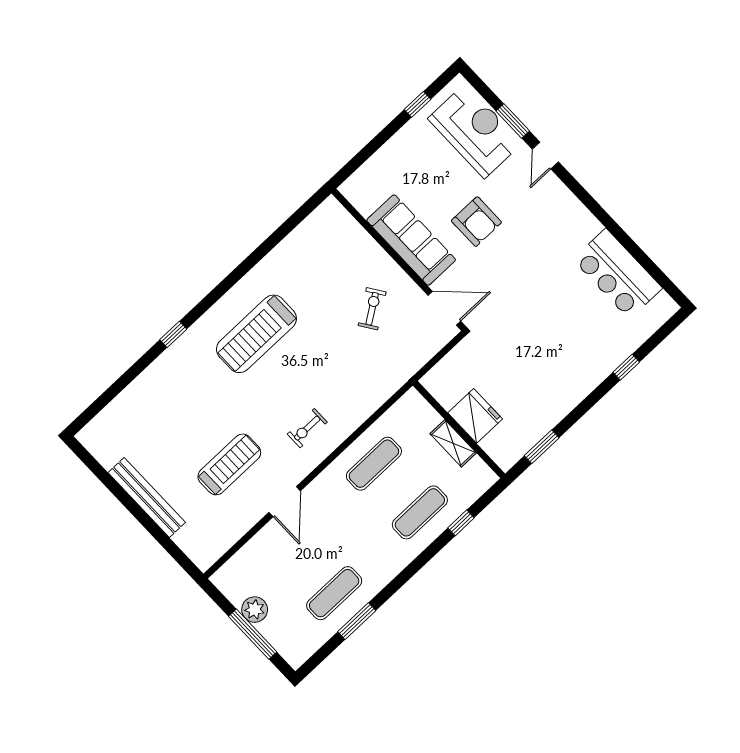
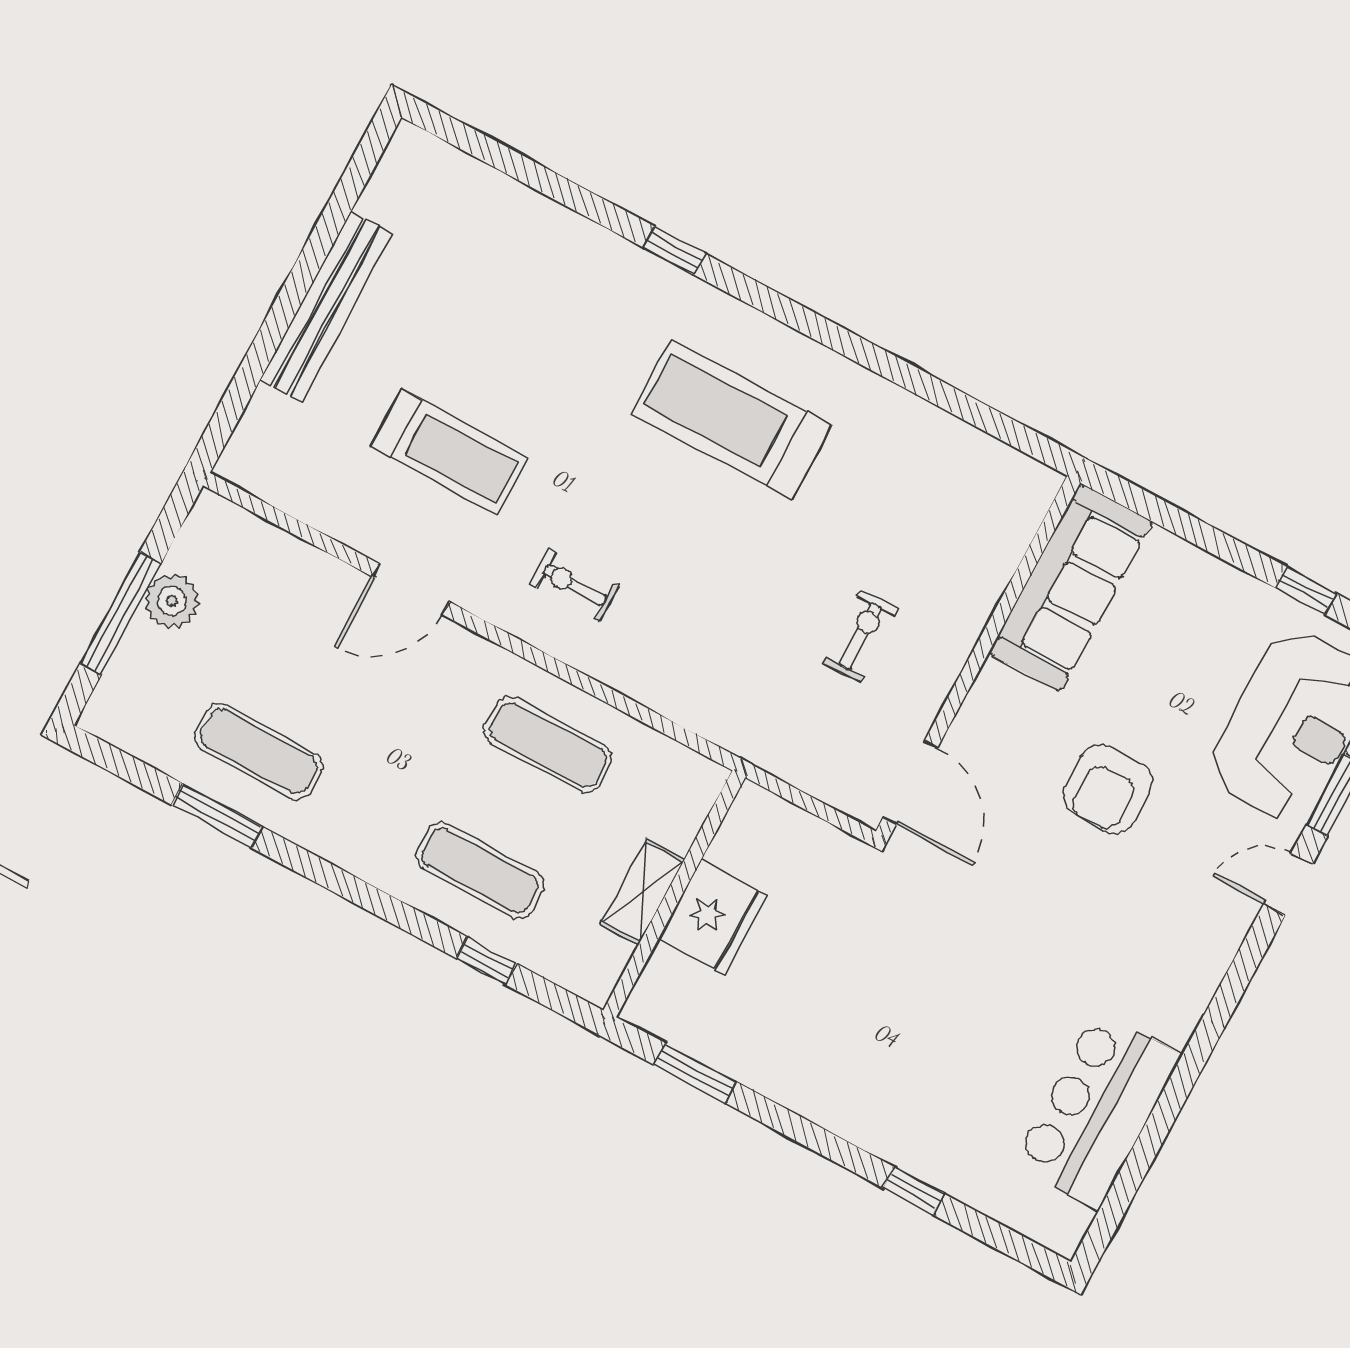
sofa: (411, 240) -> (1070, 587), moved
exercise bike: (372, 309) -> (861, 636), turned -57

